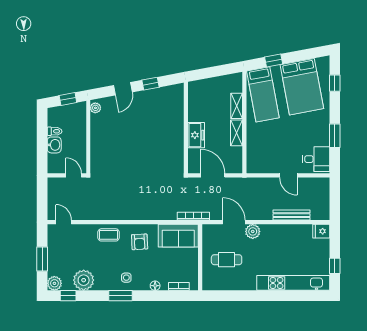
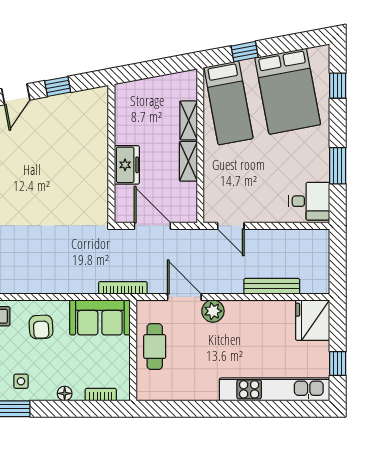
door: (288, 175) -> (231, 226), moved
fridge: (321, 231) -> (313, 320), width x1.88, depth x1.34
cafe table: (227, 260) -> (155, 347), moved, turned 90

